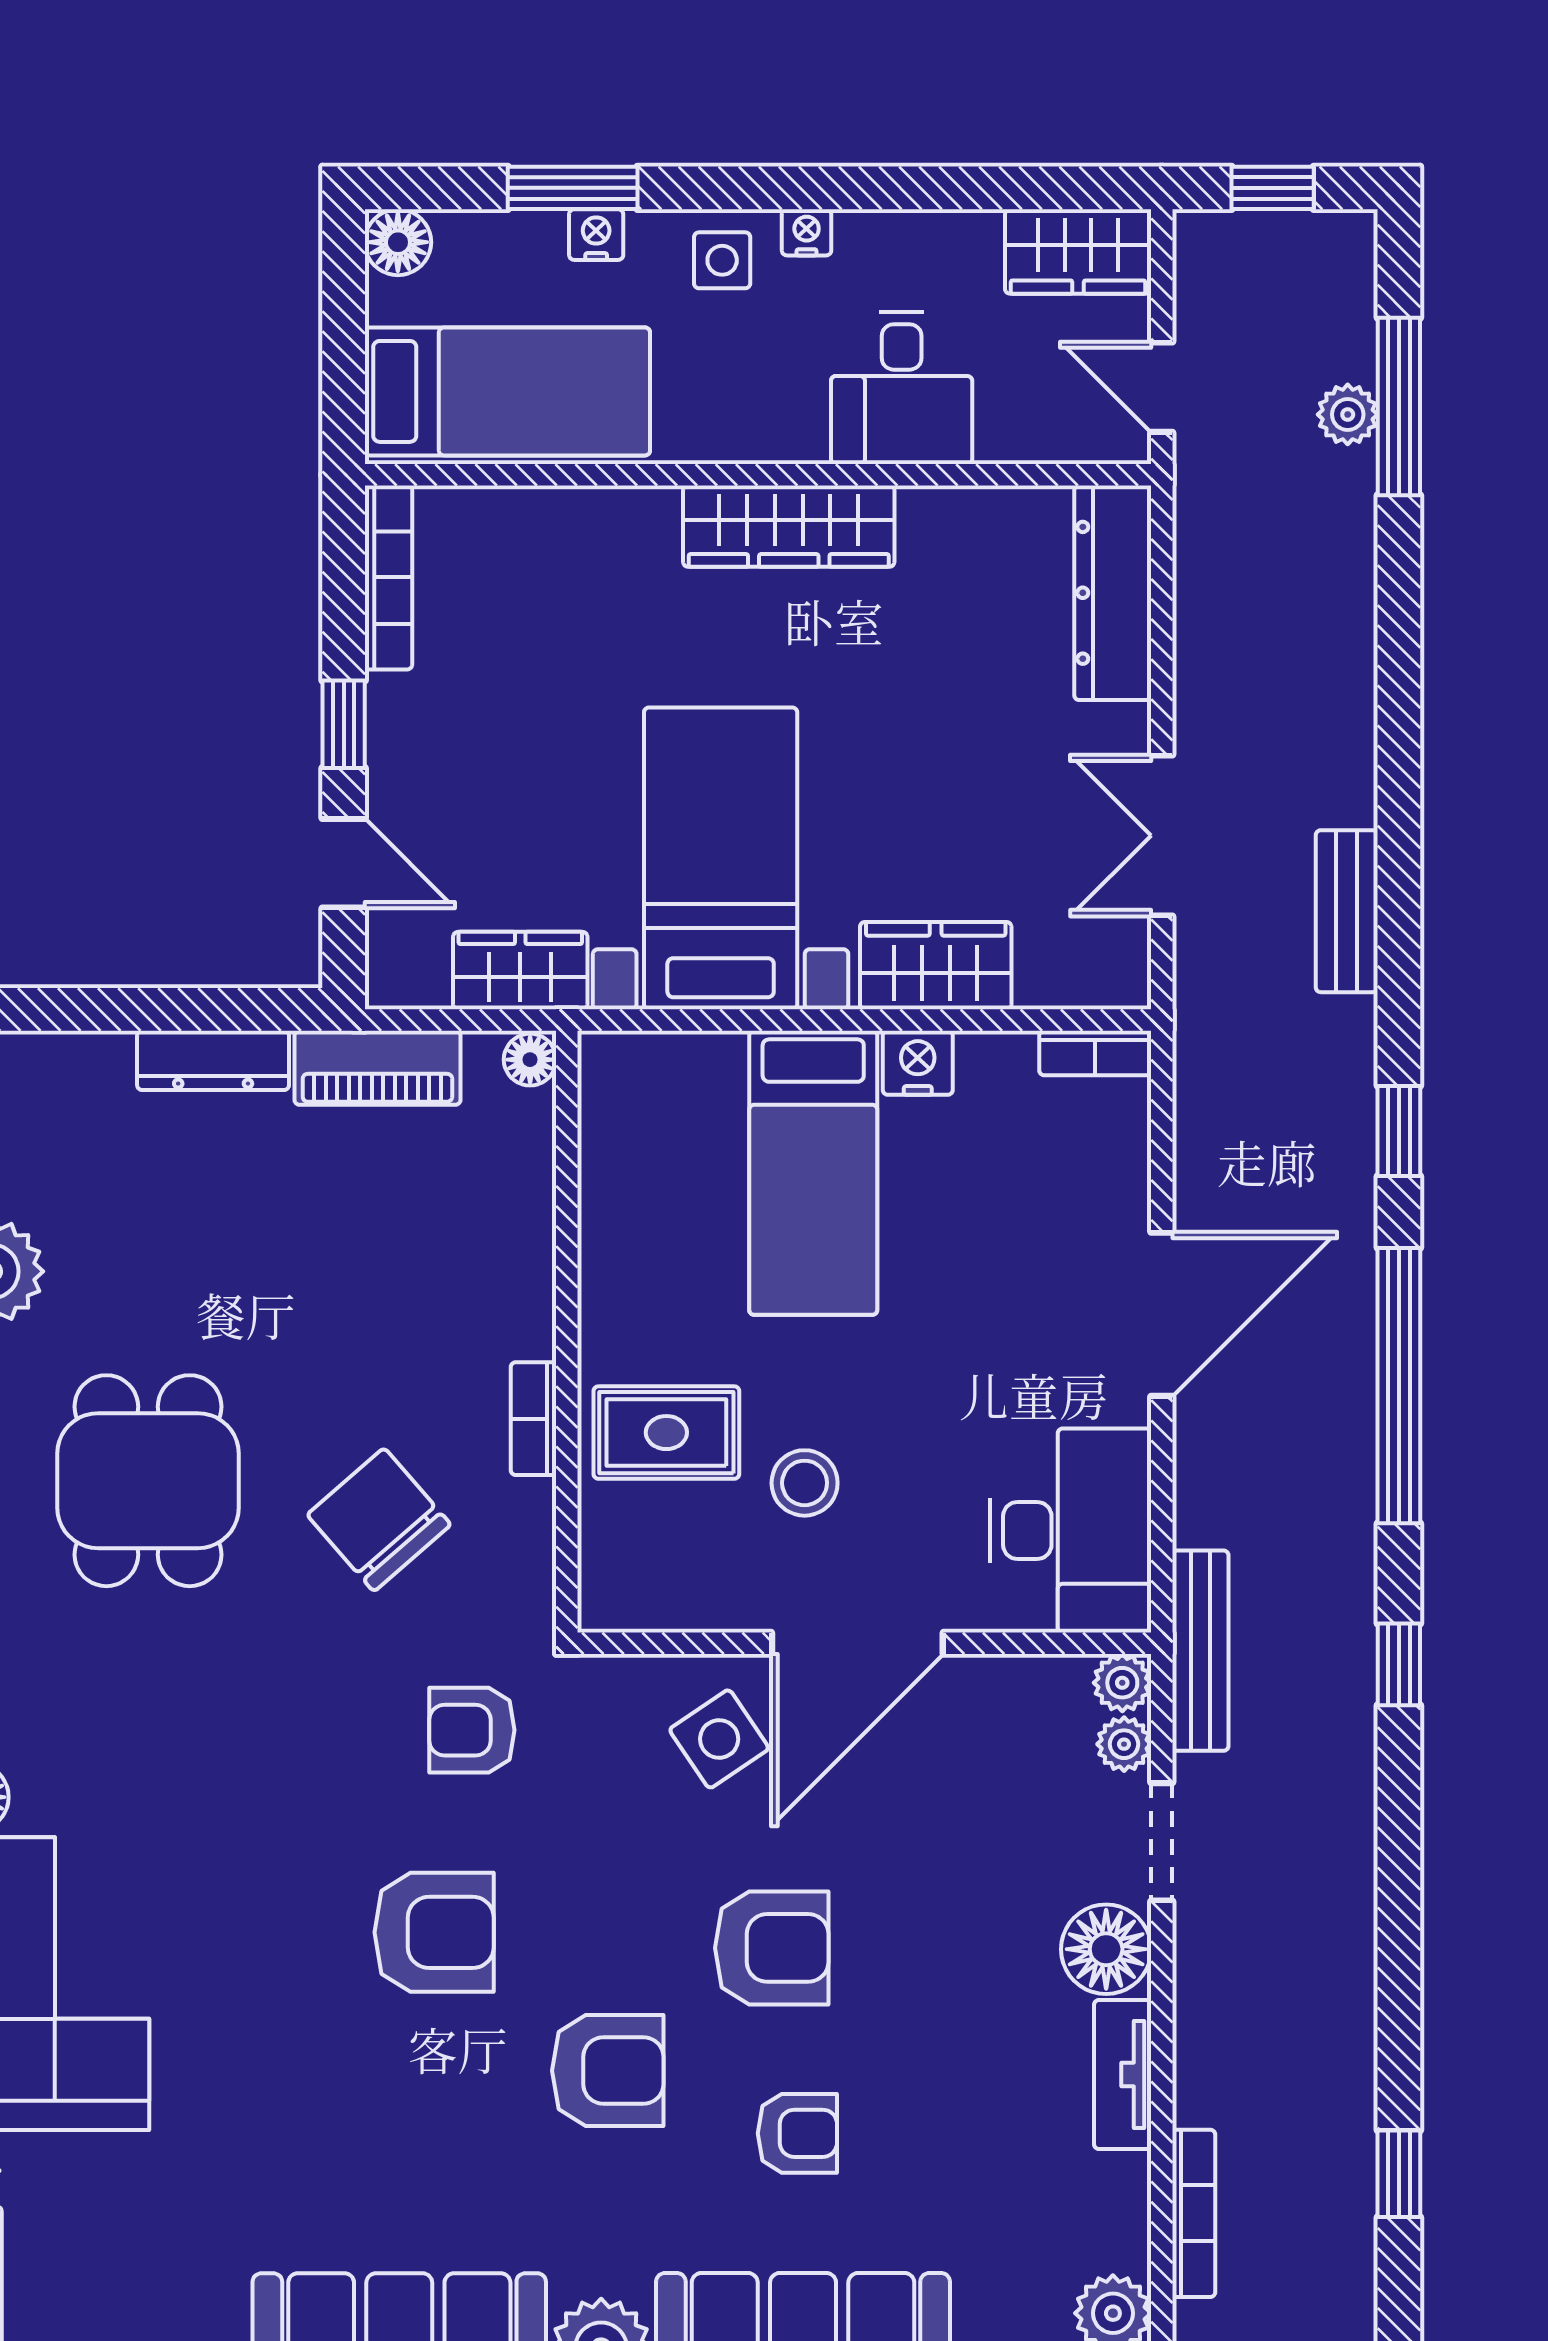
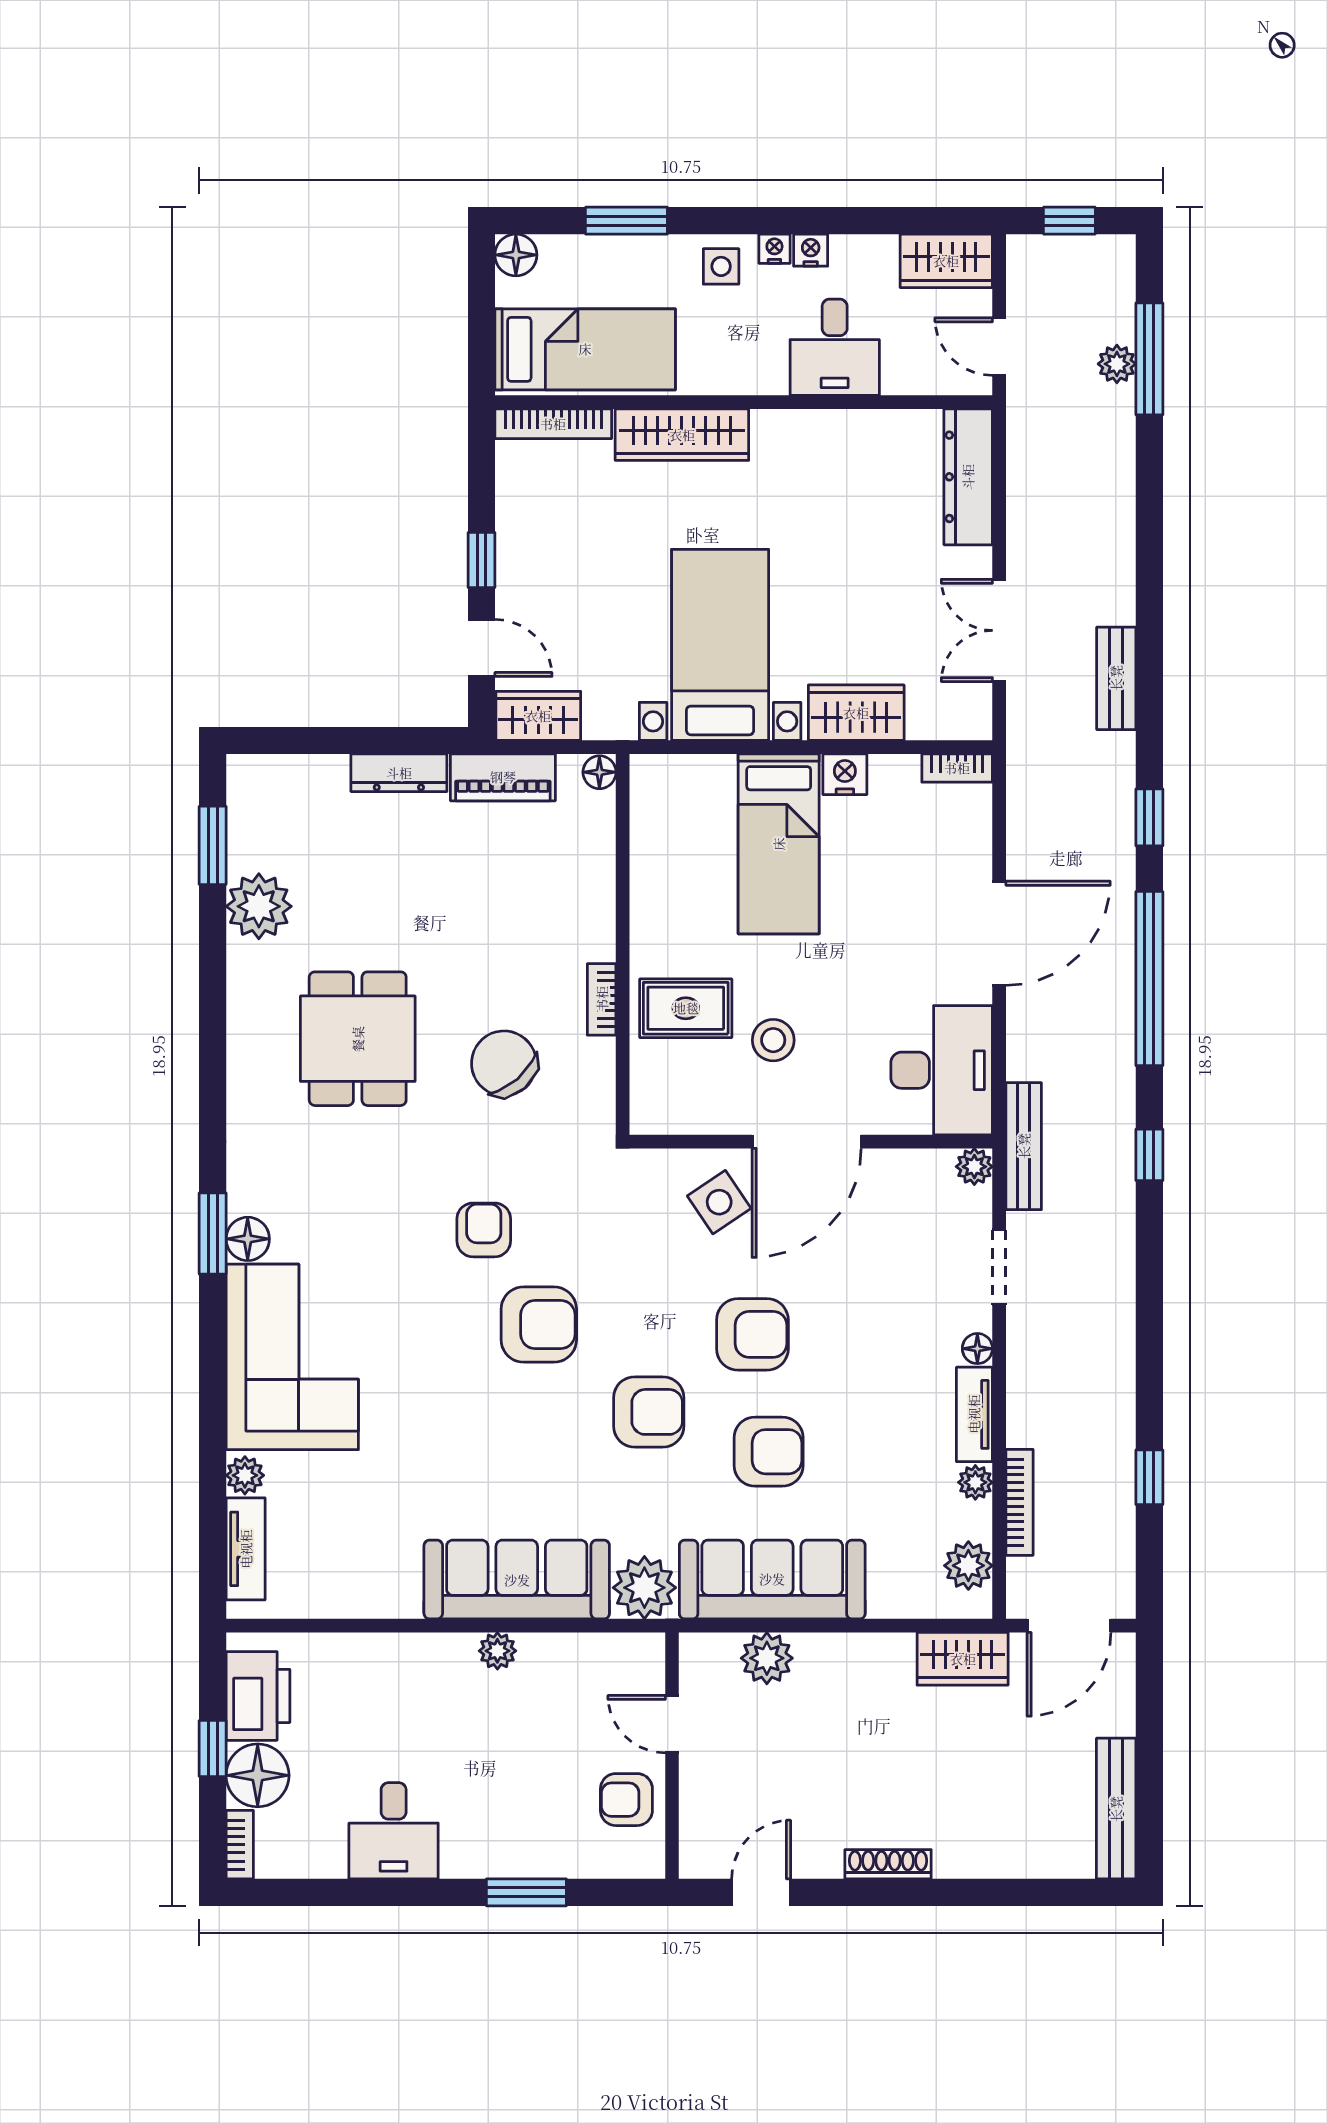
nightstand: (596, 235) -> (811, 250), moved
wardrobe: (789, 526) -> (682, 435), moved
bookcase: (388, 577) -> (553, 424), moved, turned 90
wardrobe: (520, 971) -> (538, 716), moved
armchair: (472, 1730) -> (484, 1230), moved, turned 90
plant: (1124, 1744) -> (975, 1482), moved
floor lamp: (1106, 1949) -> (977, 1349), width x0.53, depth x0.53
armchair: (797, 2133) -> (769, 1452), width x1.38, depth x1.38

